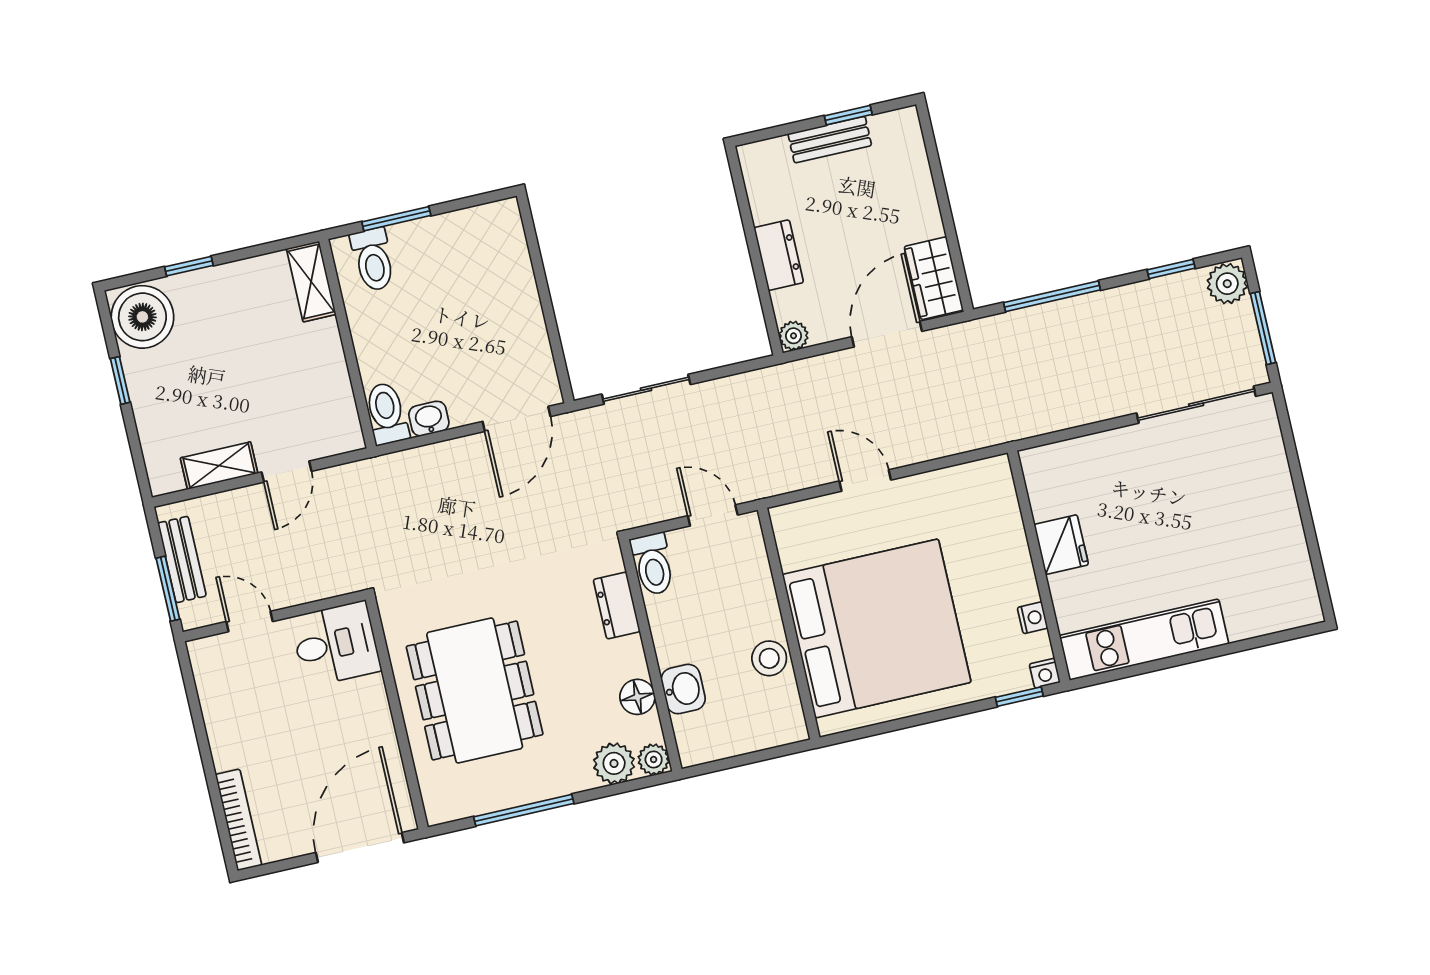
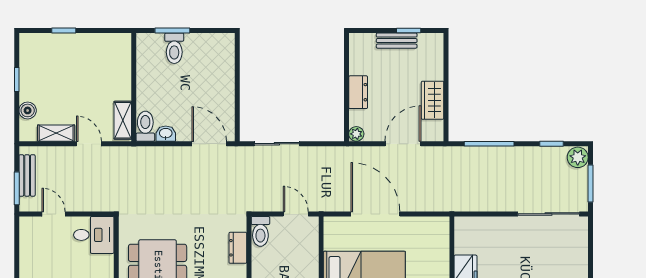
toilet: (373, 260) -> (174, 48), moved
wardrobe: (934, 278) -> (433, 100), moved
shelving: (311, 281) -> (123, 120), moved
boiler: (142, 317) -> (28, 110), moved, width x0.54, depth x0.54
door: (516, 419) -> (209, 144), swing flipped
door: (287, 472) -> (89, 144), swing flipped
door: (865, 481) -> (375, 214), width x1.88

